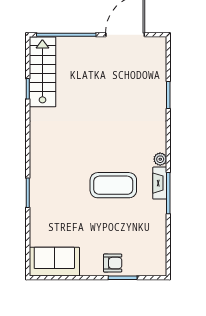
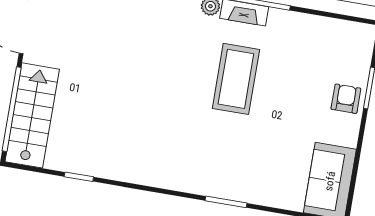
stairs: (42, 72) -> (32, 115), moved, turned 90

